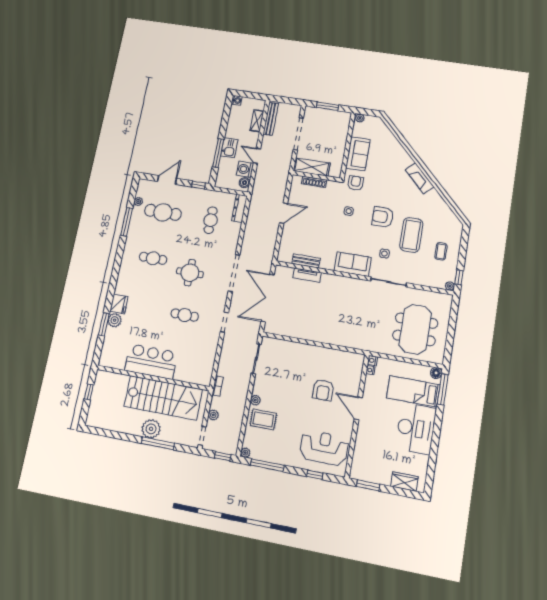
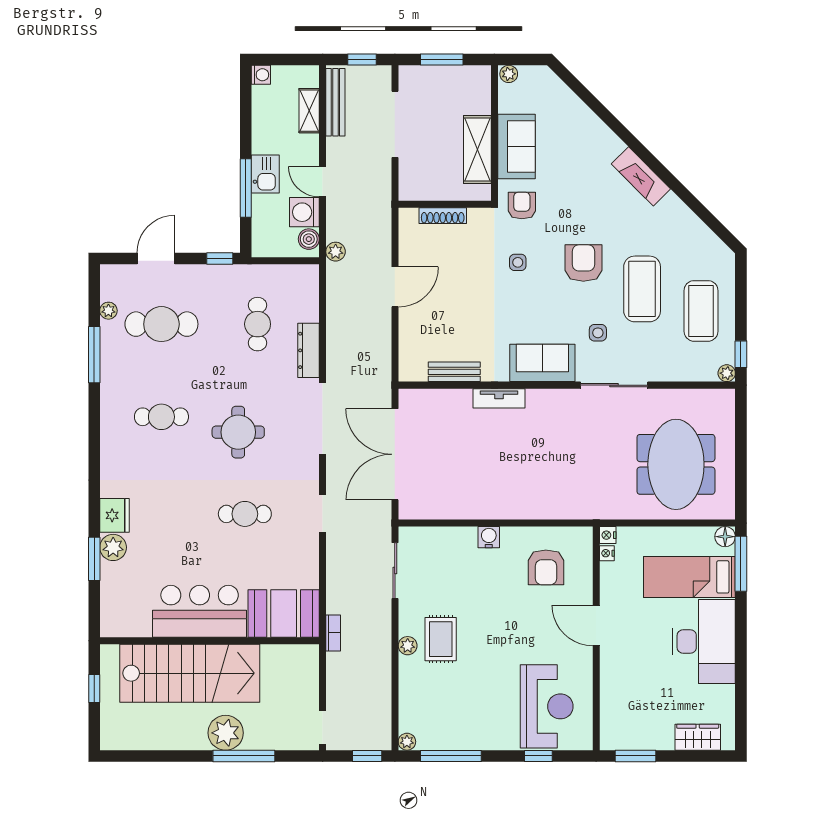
window: (288, 100) -> (362, 60), added
shelving: (312, 167) -> (477, 150), moved, turned 90
dresser: (239, 208) -> (308, 350), moved
armchair: (383, 217) -> (583, 263), turned 90
coffee table: (441, 251) -> (701, 311), width x1.86, depth x1.72
tv unit: (307, 275) -> (499, 398), moved
water cooler: (309, 350) -> (489, 537), added
booth: (194, 371) -> (284, 613), added
armchair: (323, 390) -> (546, 567), moved
stairs: (163, 398) -> (190, 673), moved
plant: (213, 415) -> (336, 252), moved
rug: (263, 419) -> (441, 639), moved, turned 90
reception desk: (324, 448) -> (547, 706), turned 90

